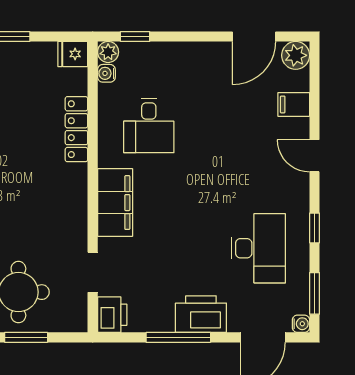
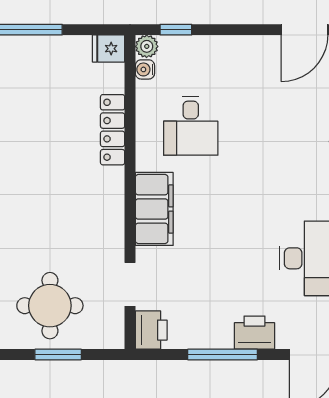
printer: (201, 314) -> (255, 333), width x0.73, depth x0.84

